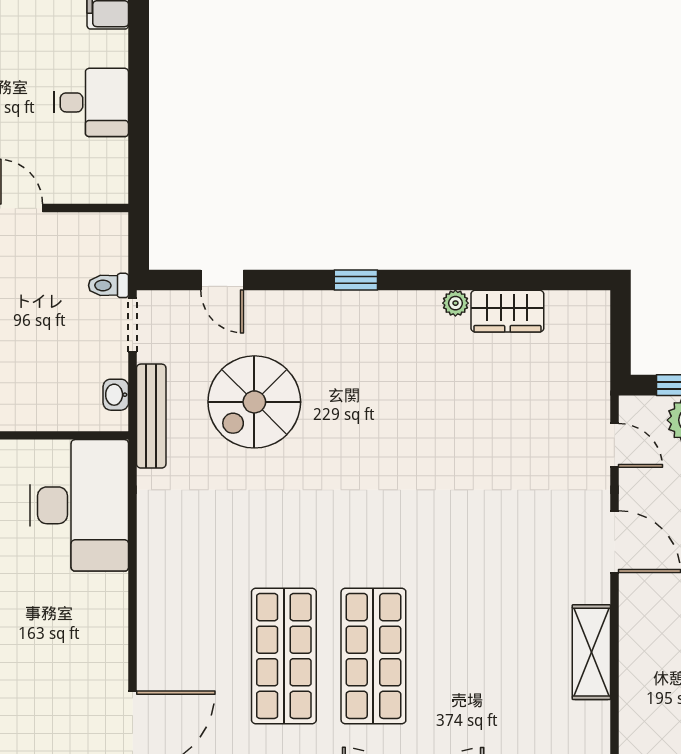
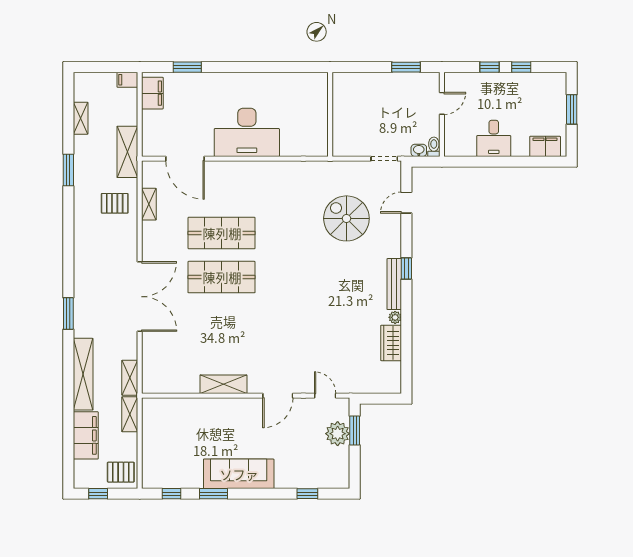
toilet: (108, 285) -> (434, 147), moved
washbasin: (116, 395) -> (419, 150), moved
bench: (151, 416) -> (394, 284), moved, turned 90
door: (614, 445) -> (325, 396), swing flipped
desk: (79, 505) -> (247, 132), moved

